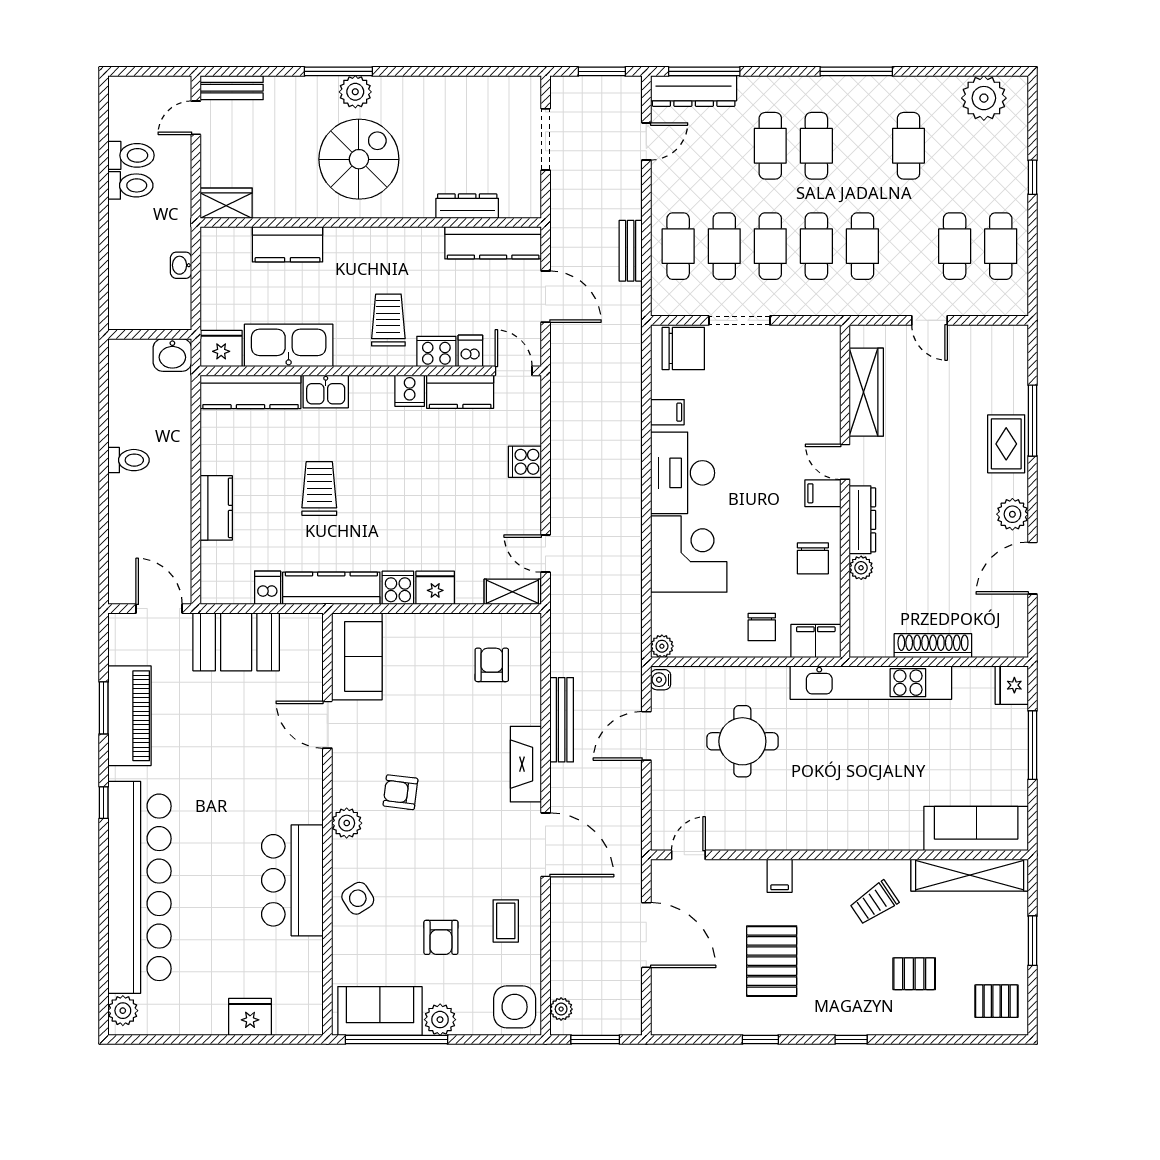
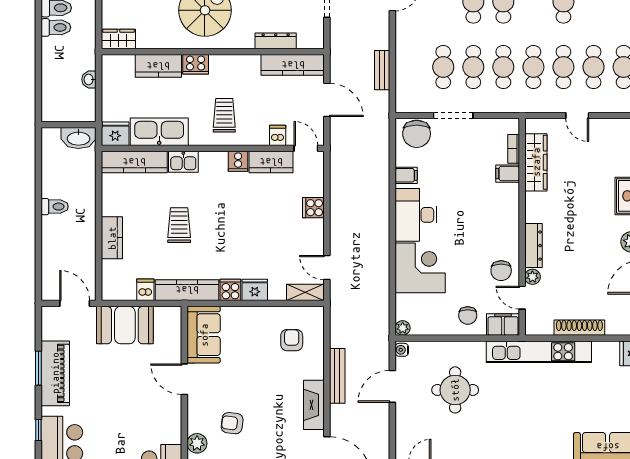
cafe table: (678, 246) -> (563, 67), moved
chair: (683, 349) -> (417, 134), turned 90
cooker: (436, 351) -> (196, 64), moved, turned 180
washbasin: (172, 355) -> (78, 138), width x1.38
bookcase: (832, 372) -> (514, 149), added
door: (845, 462) -> (522, 298), moved
filing cabinet: (823, 493) -> (508, 174), moved

